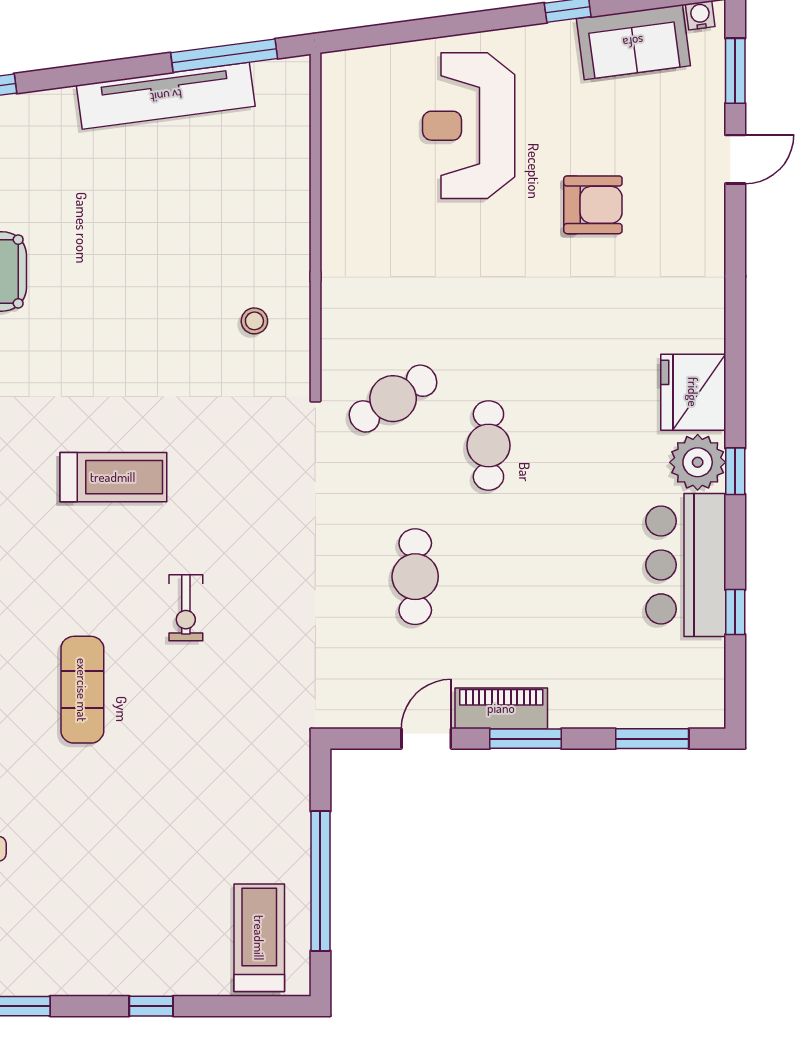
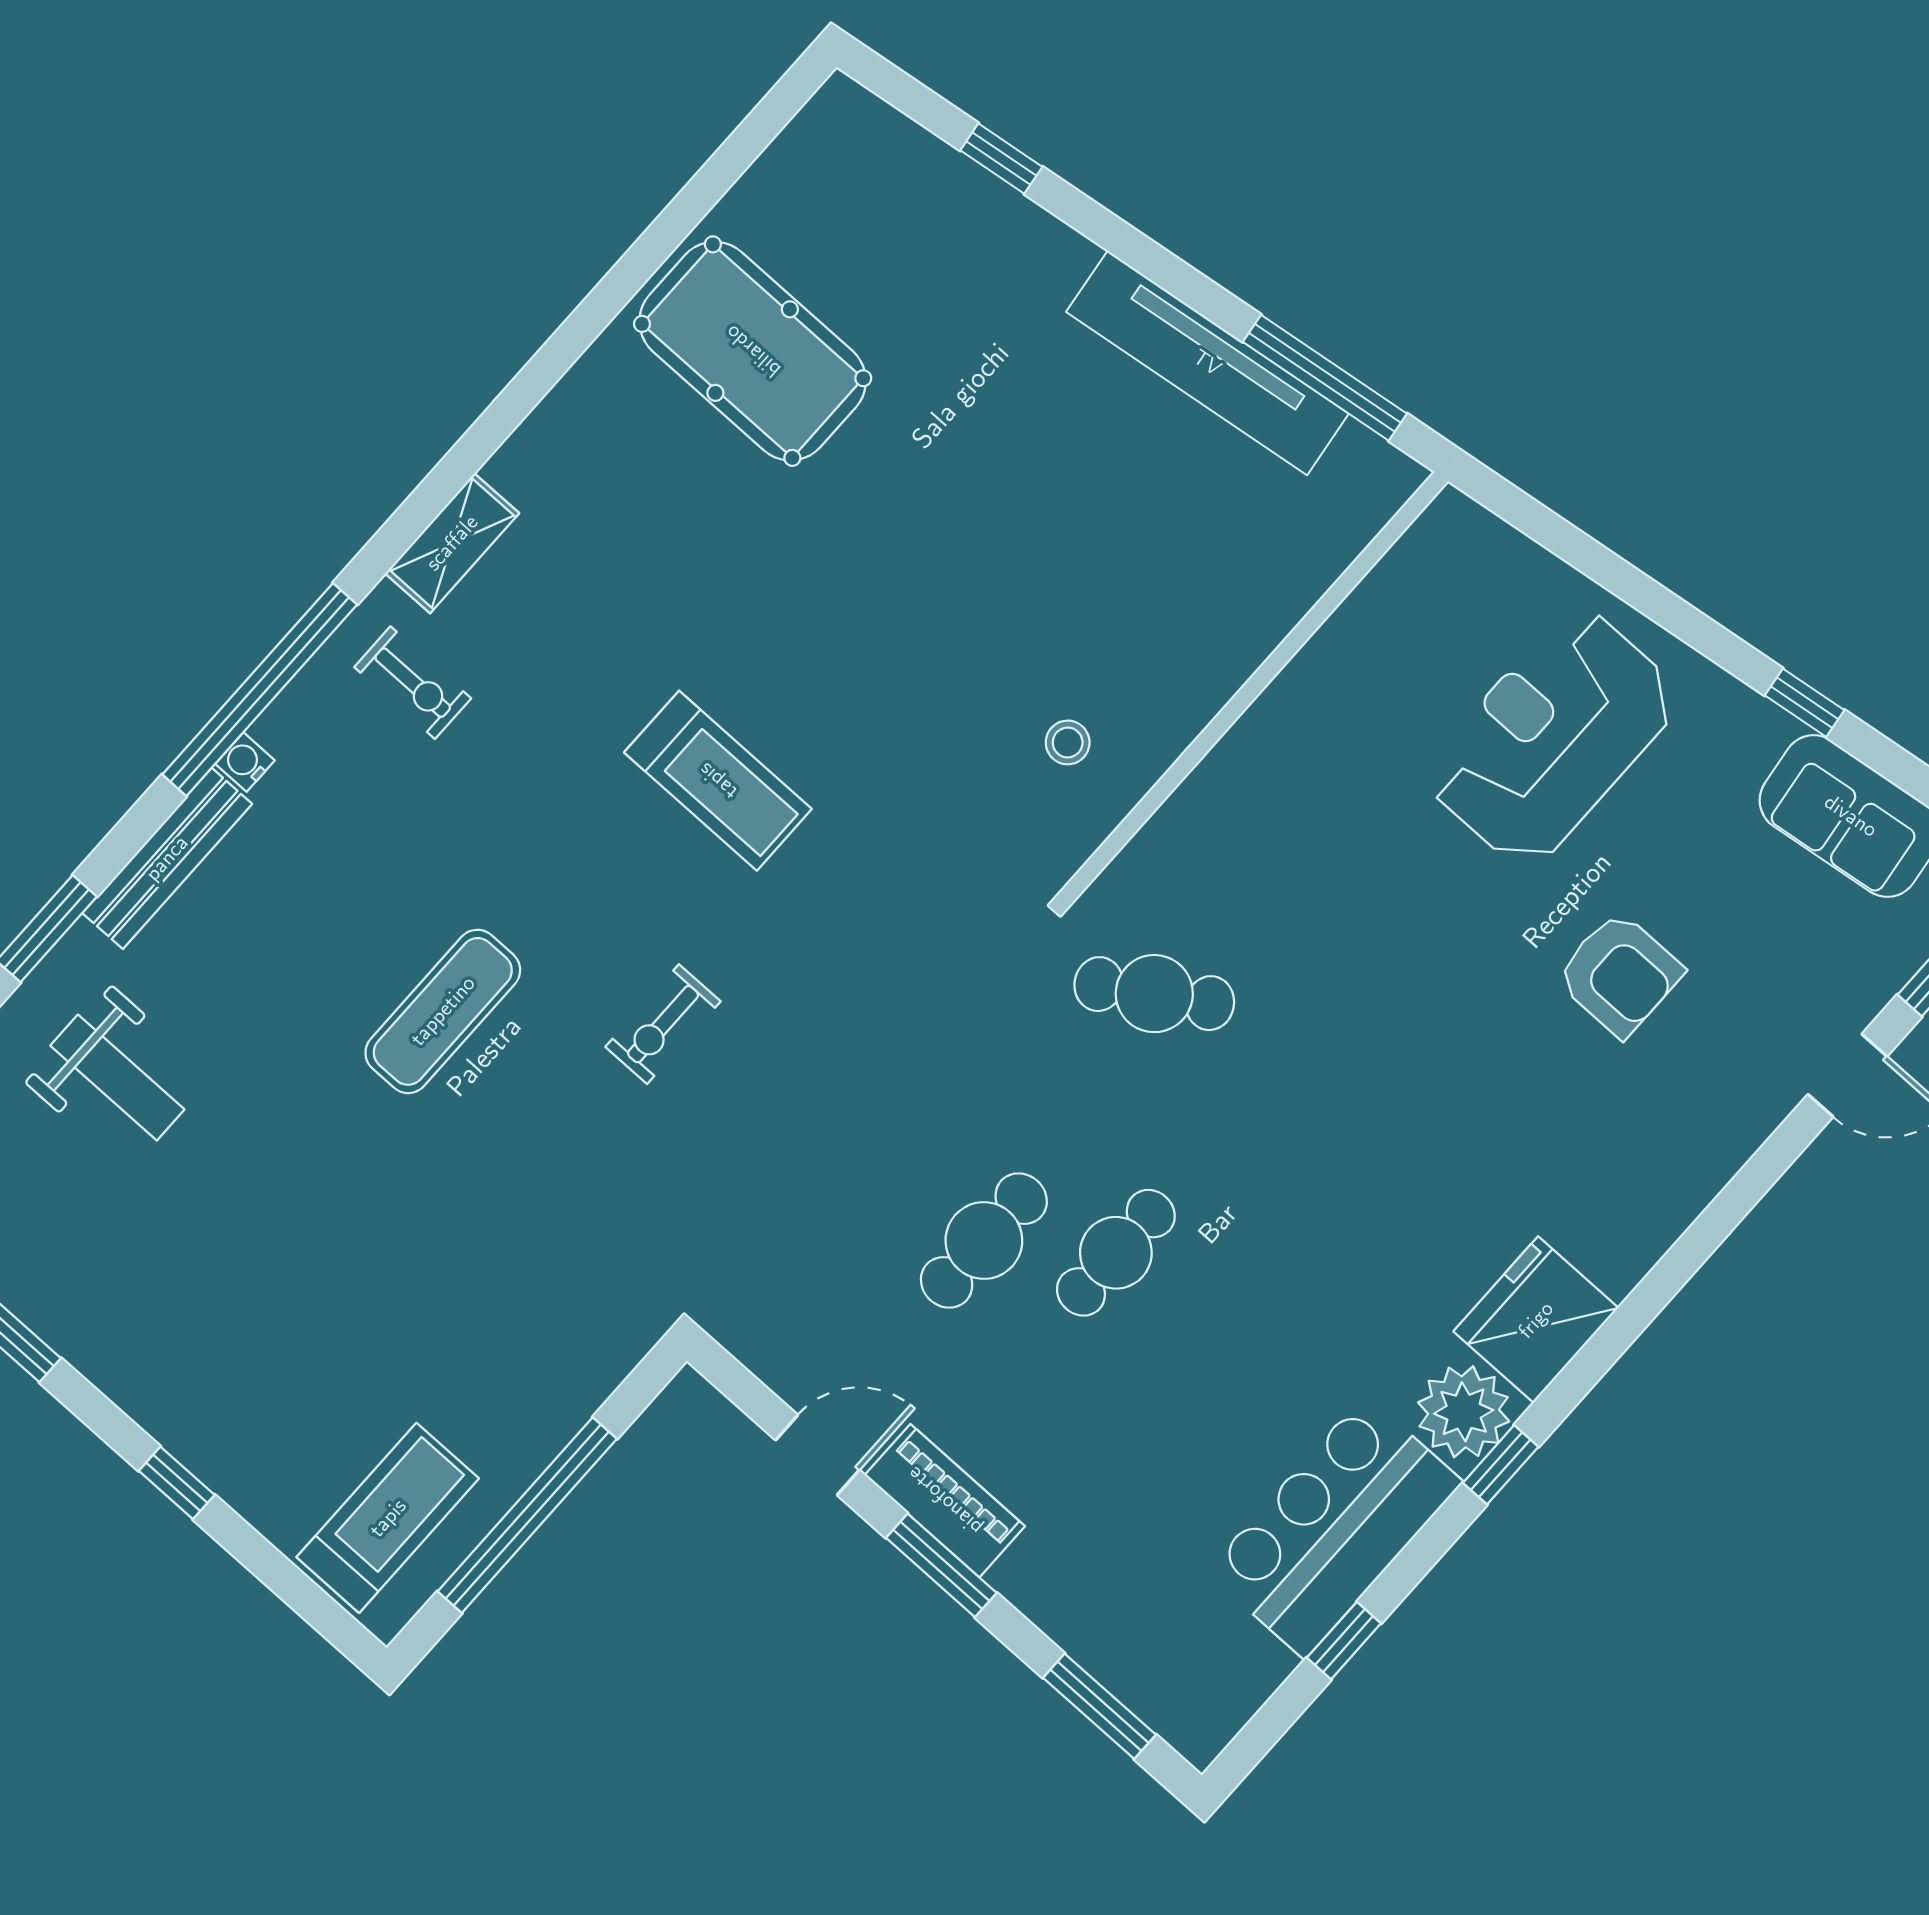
cafe table: (488, 445) -> (1116, 1253), moved

